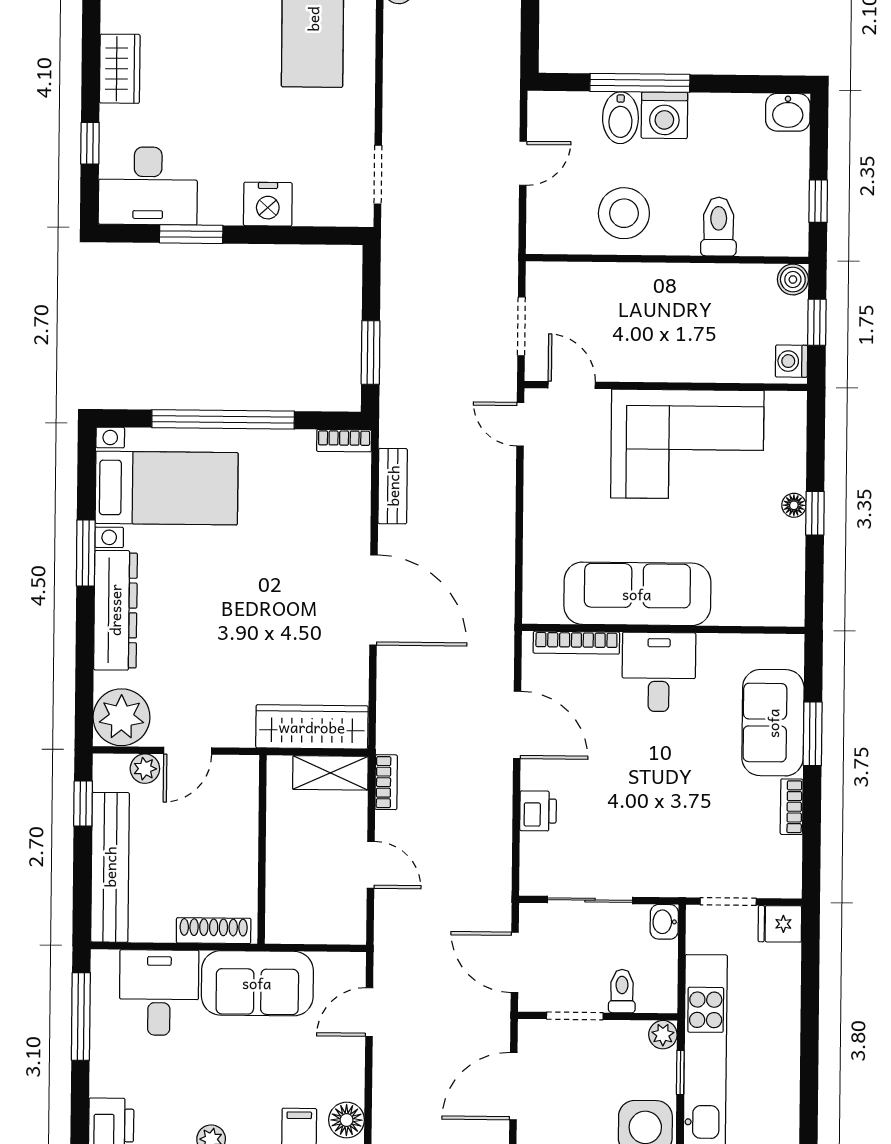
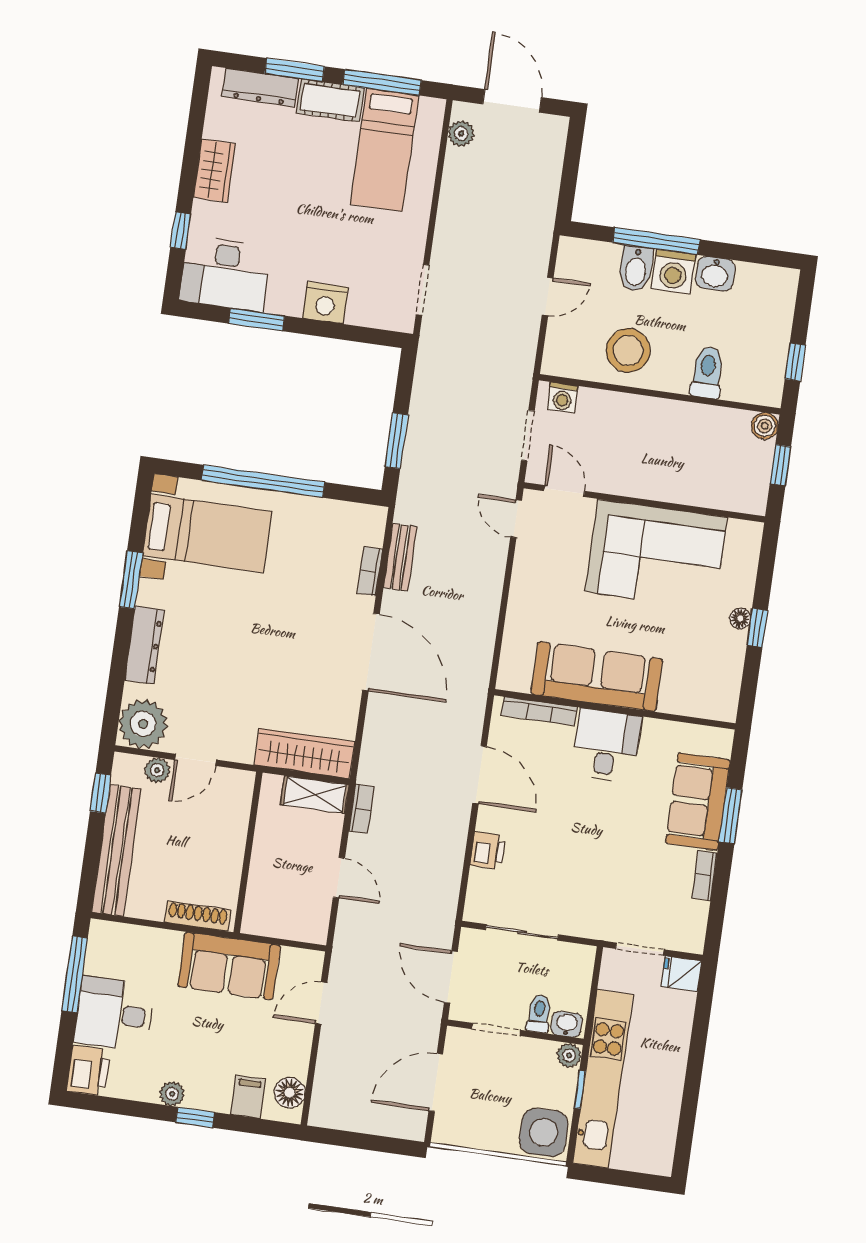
washbasin: (788, 112) -> (715, 274), moved
washing machine: (791, 361) -> (563, 398), moved, turned -90
bookcase: (344, 441) -> (370, 571), moved, turned 90
dresser: (115, 610) -> (144, 645), width x0.73, depth x0.80
washbasin: (664, 922) -> (567, 1024), moved, turned 90
desk: (159, 993) -> (114, 1014), moved, turned -90

